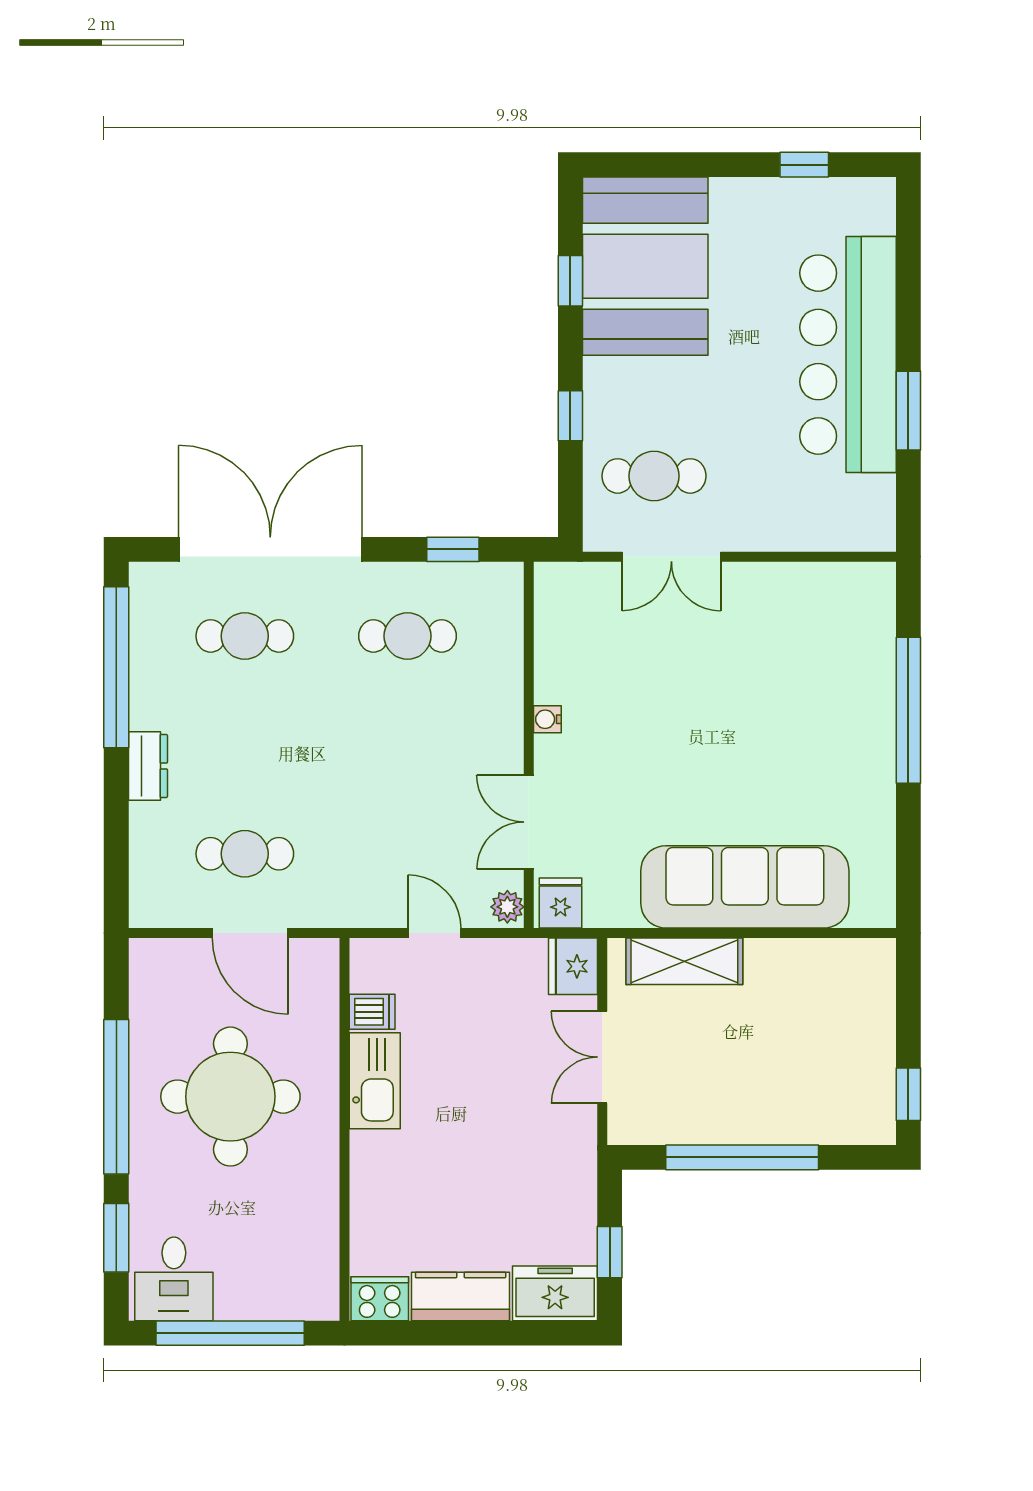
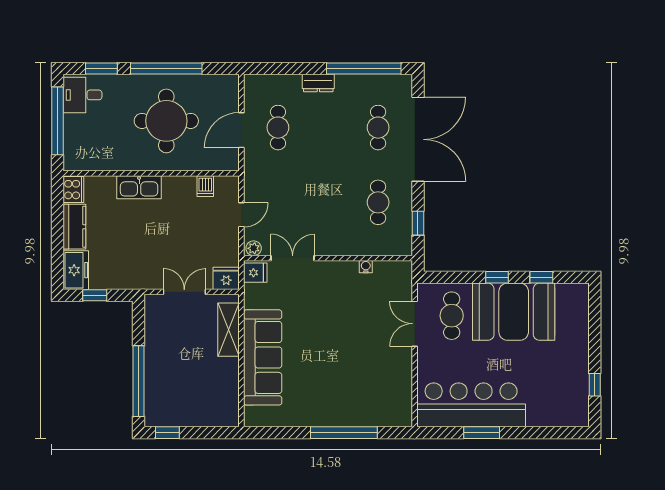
booth: (645, 266) -> (514, 312), moved
bar counter: (848, 355) -> (471, 405), moved
window: (570, 416) -> (497, 277), moved
water cooler: (547, 719) -> (366, 267), moved
kitchen sink: (375, 1081) -> (139, 187), moved
window: (742, 1157) -> (138, 381), moved

